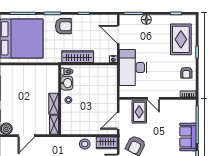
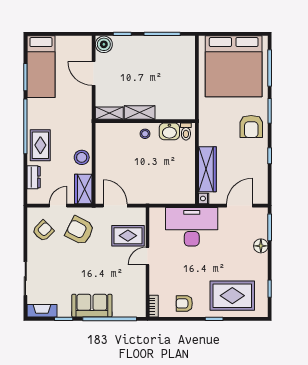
wardrobe: (78, 57) -> (207, 169), moved

